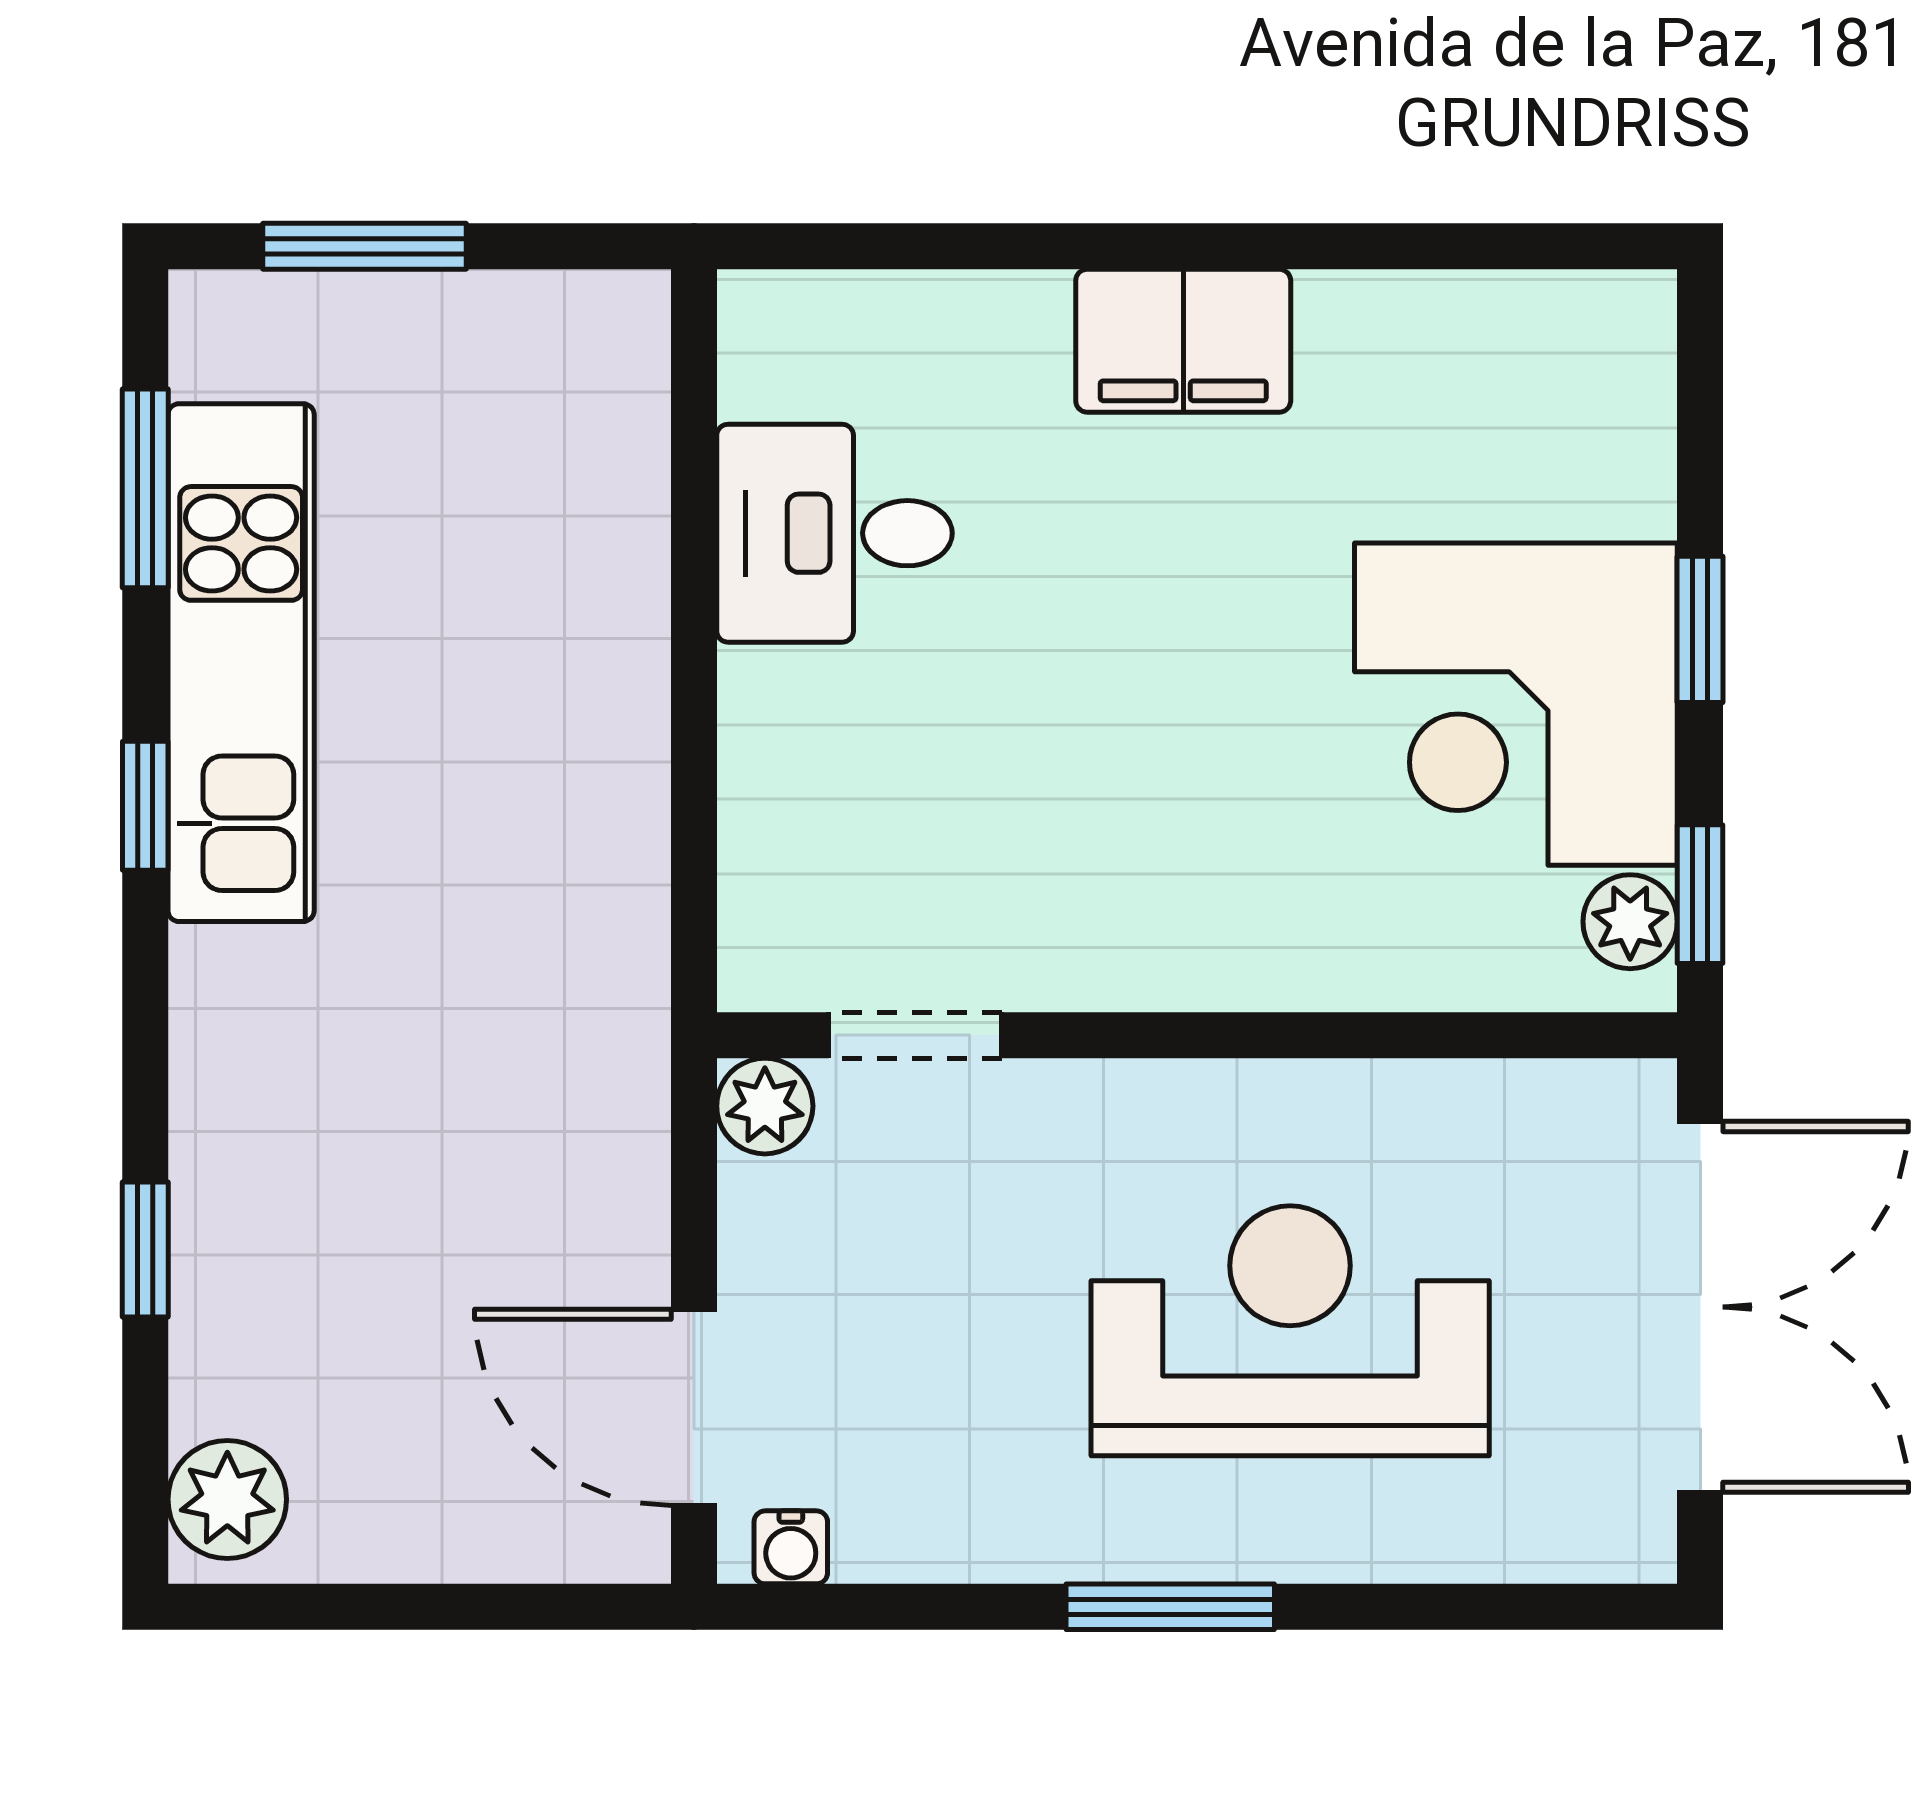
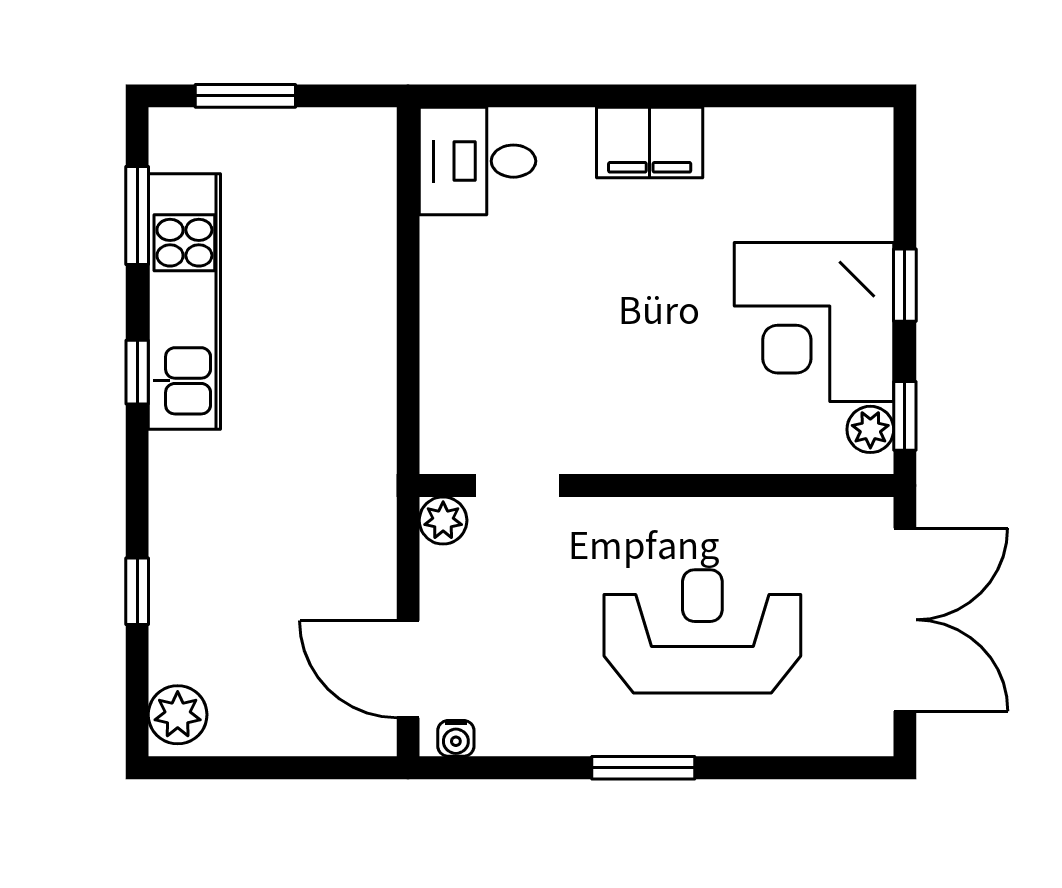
desk: (834, 533) -> (477, 161), moved

